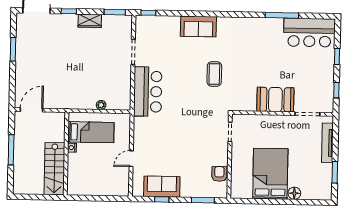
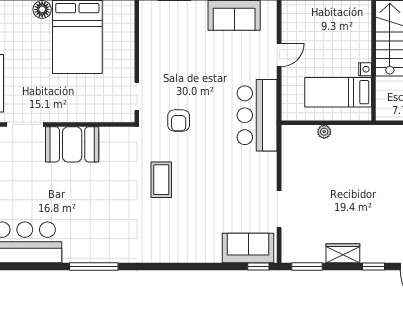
window: (282, 15) -> (94, 266), moved
sofa: (198, 26) -> (248, 248), moved
bar counter: (148, 92) -> (257, 115), moved
armchair: (219, 174) -> (179, 121), moved

